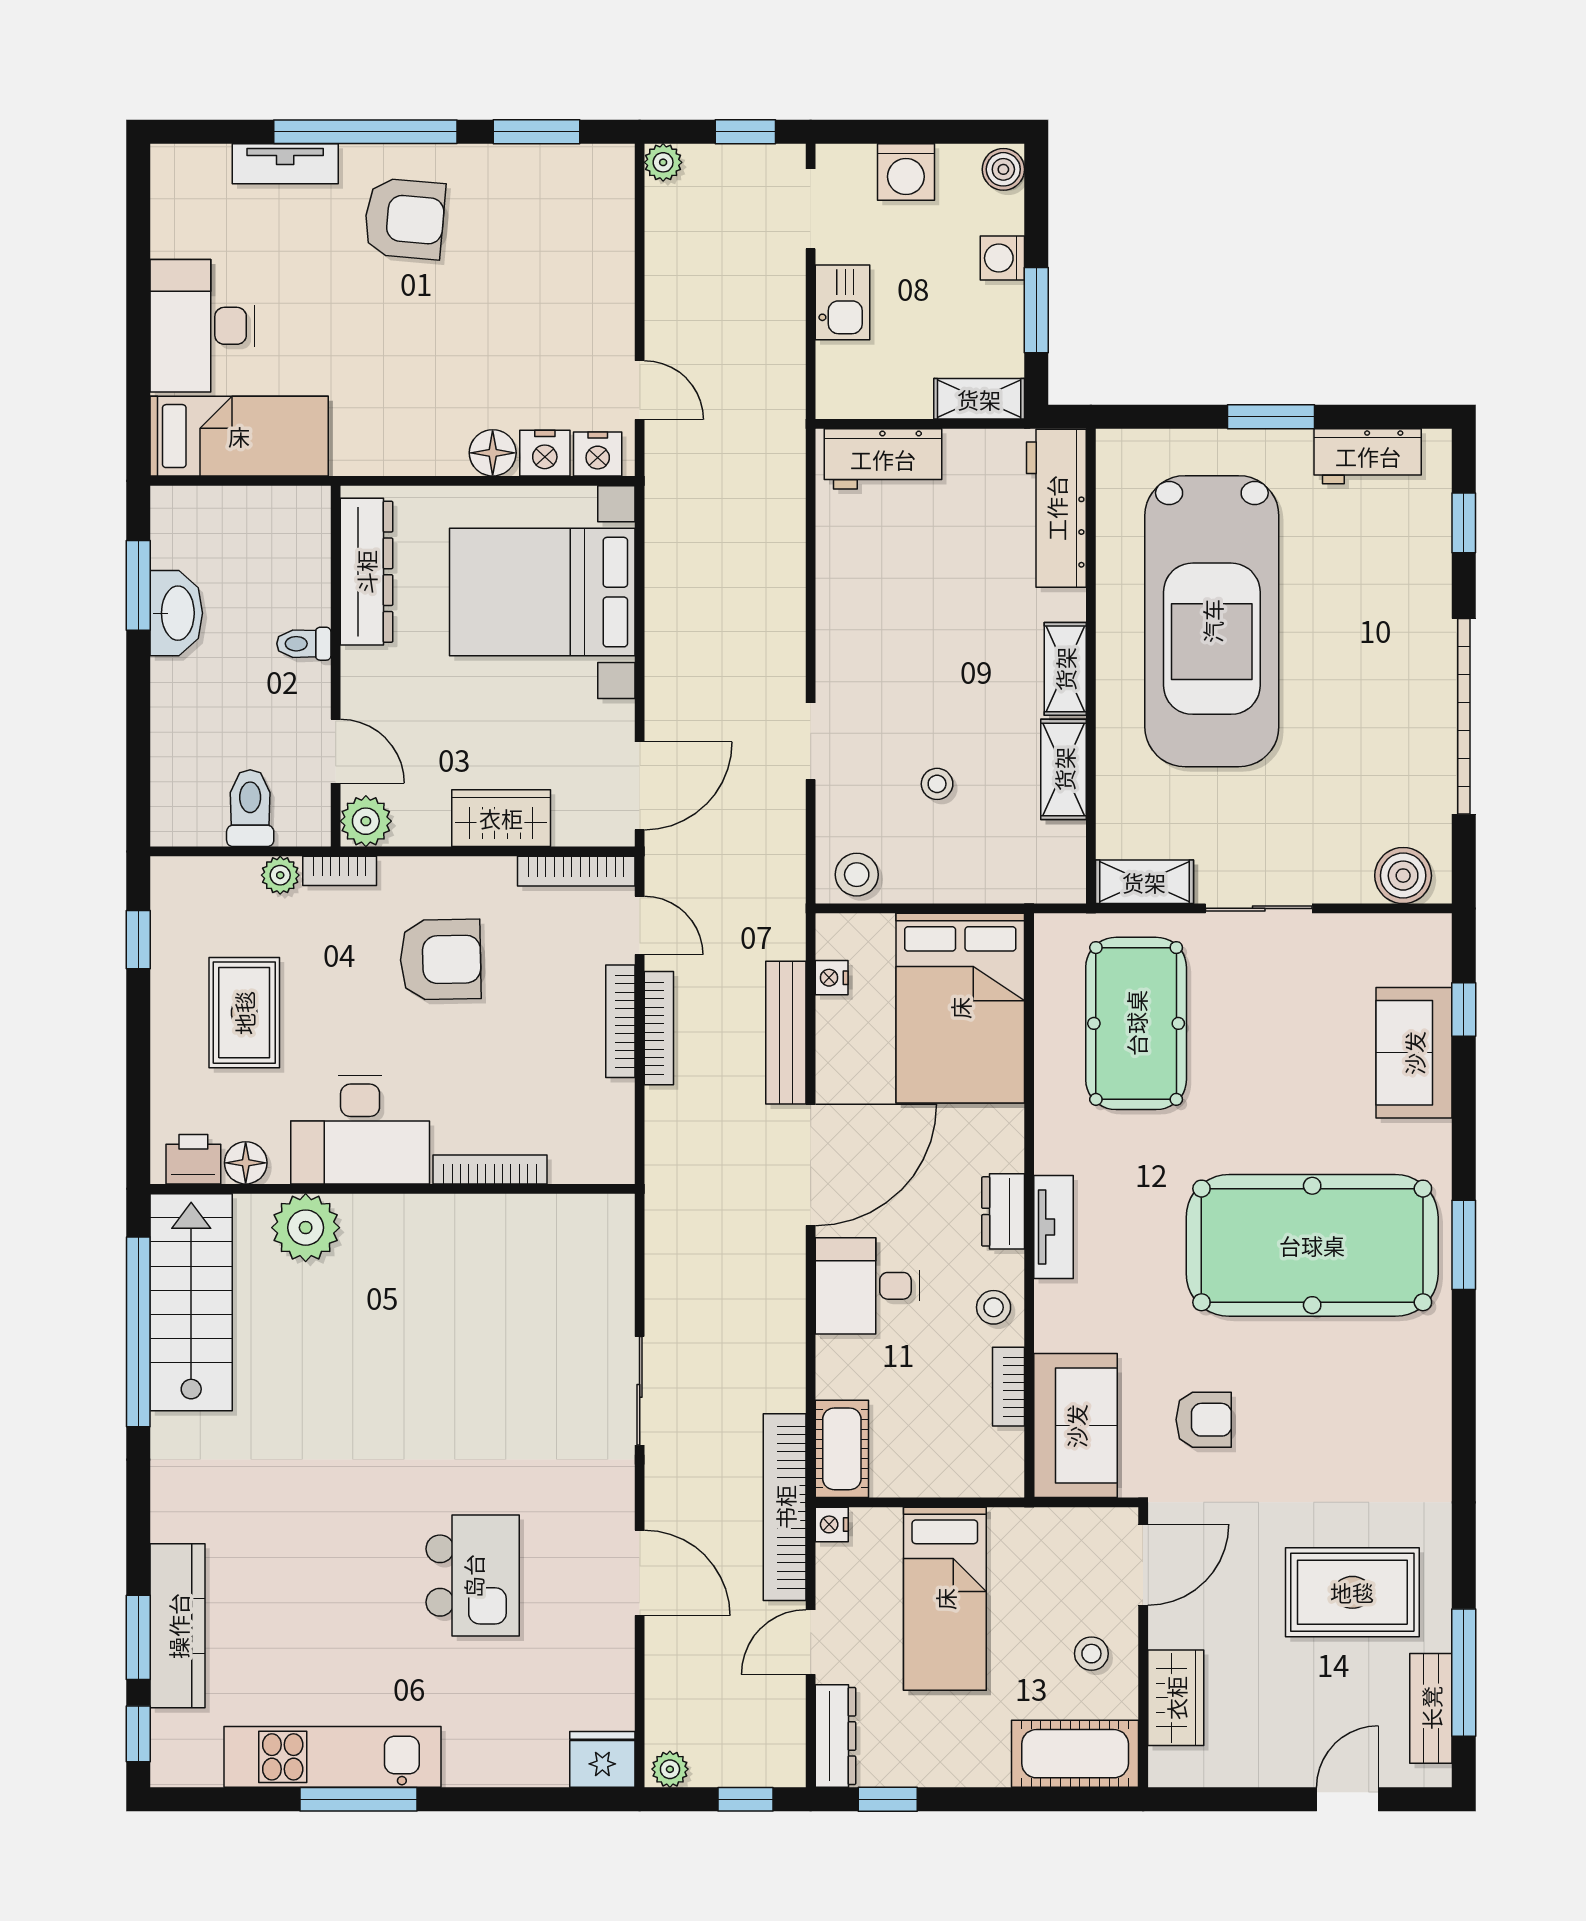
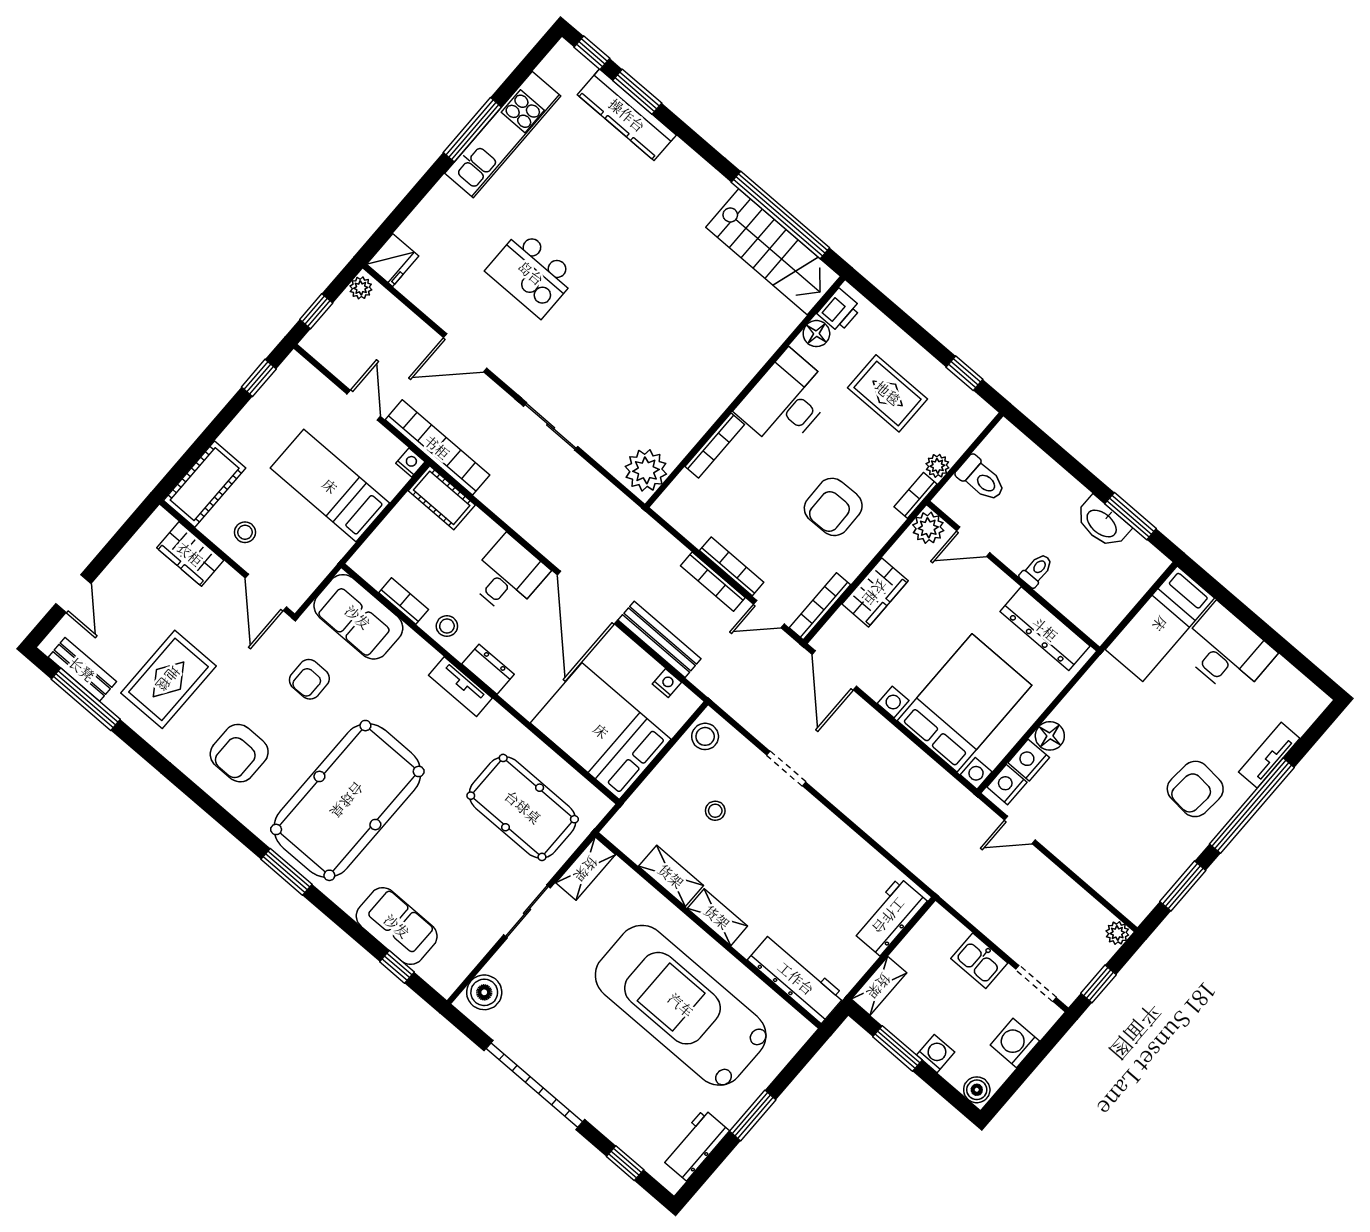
plant: (306, 1228) -> (646, 470), moved
armchair: (1368, 1428) -> (239, 753), added
dresser: (835, 1736) -> (310, 379), removed

